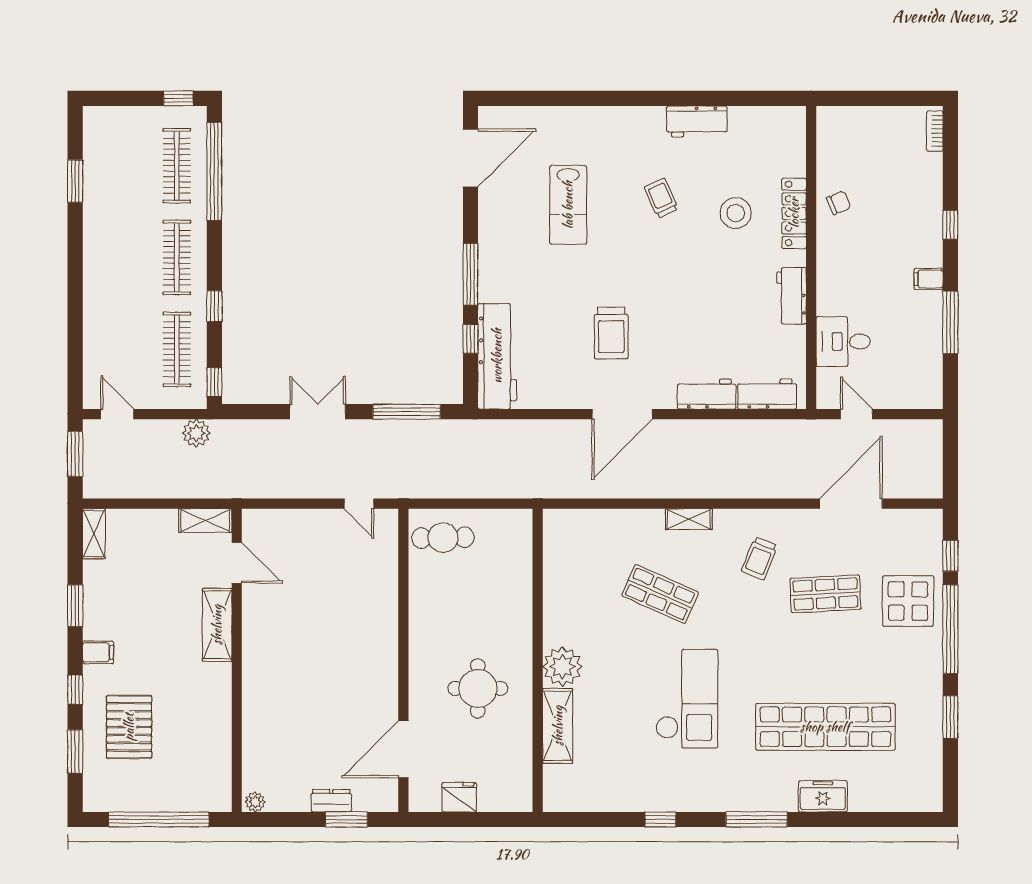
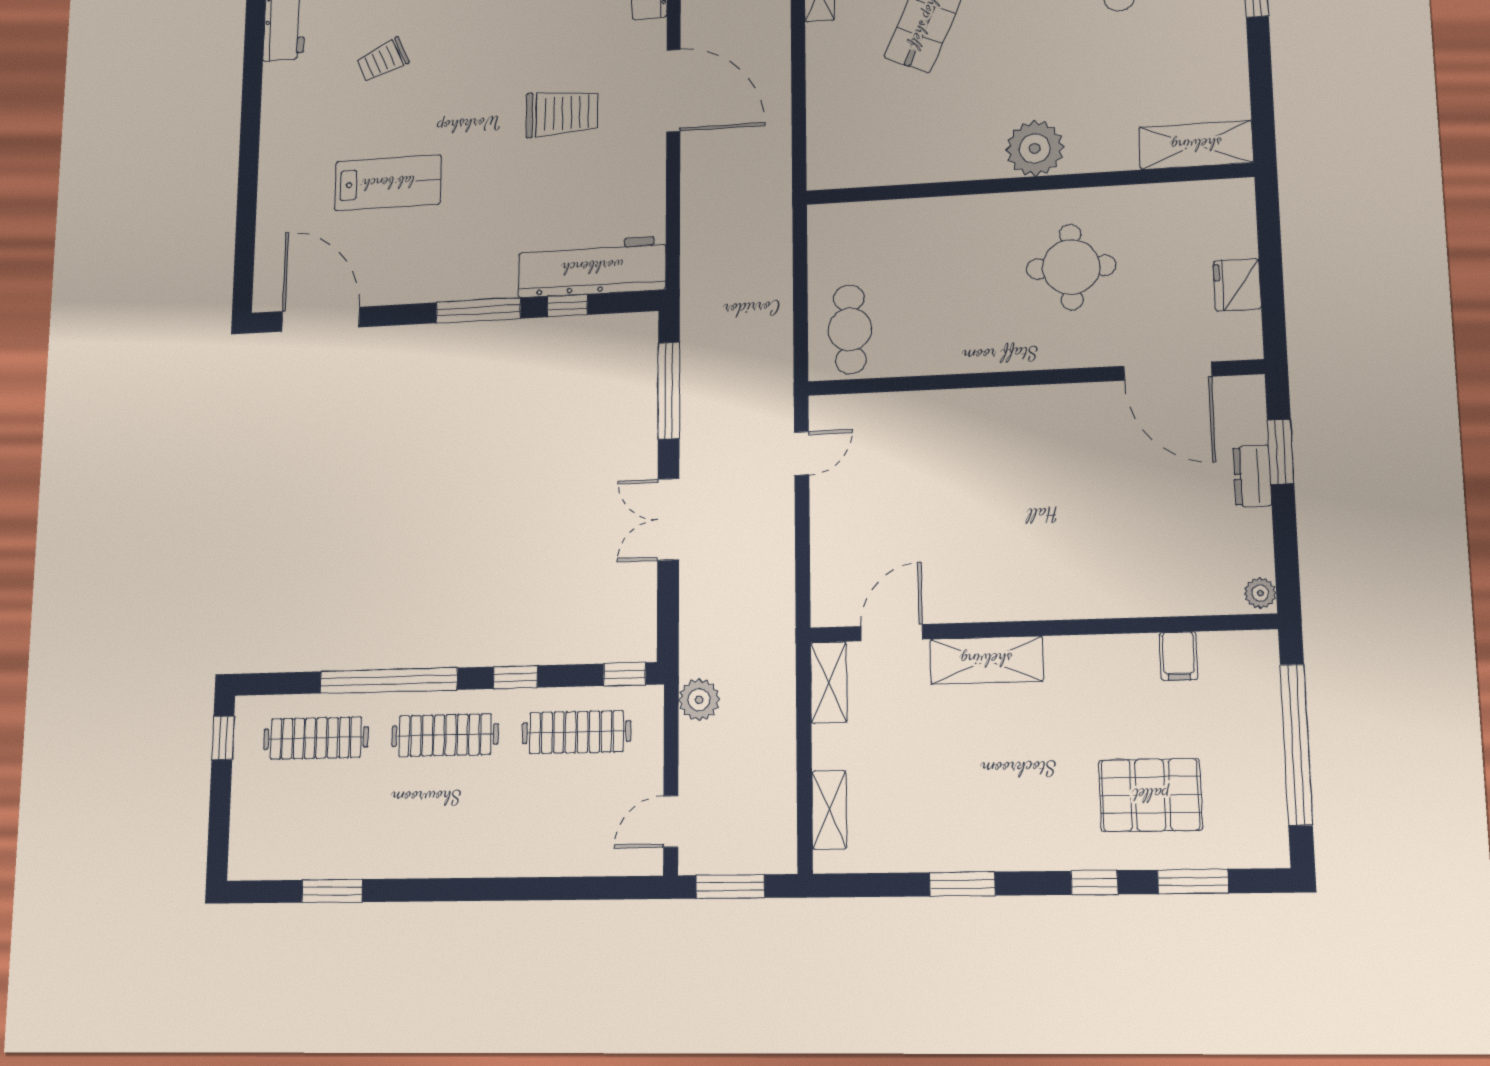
window: (214, 171) -> (389, 681), moved
shelving: (94, 534) -> (829, 810), moved, turned 90
filing cabinet: (98, 652) -> (1178, 656), moved, turned 180
shelving: (558, 726) -> (1196, 145), moved

